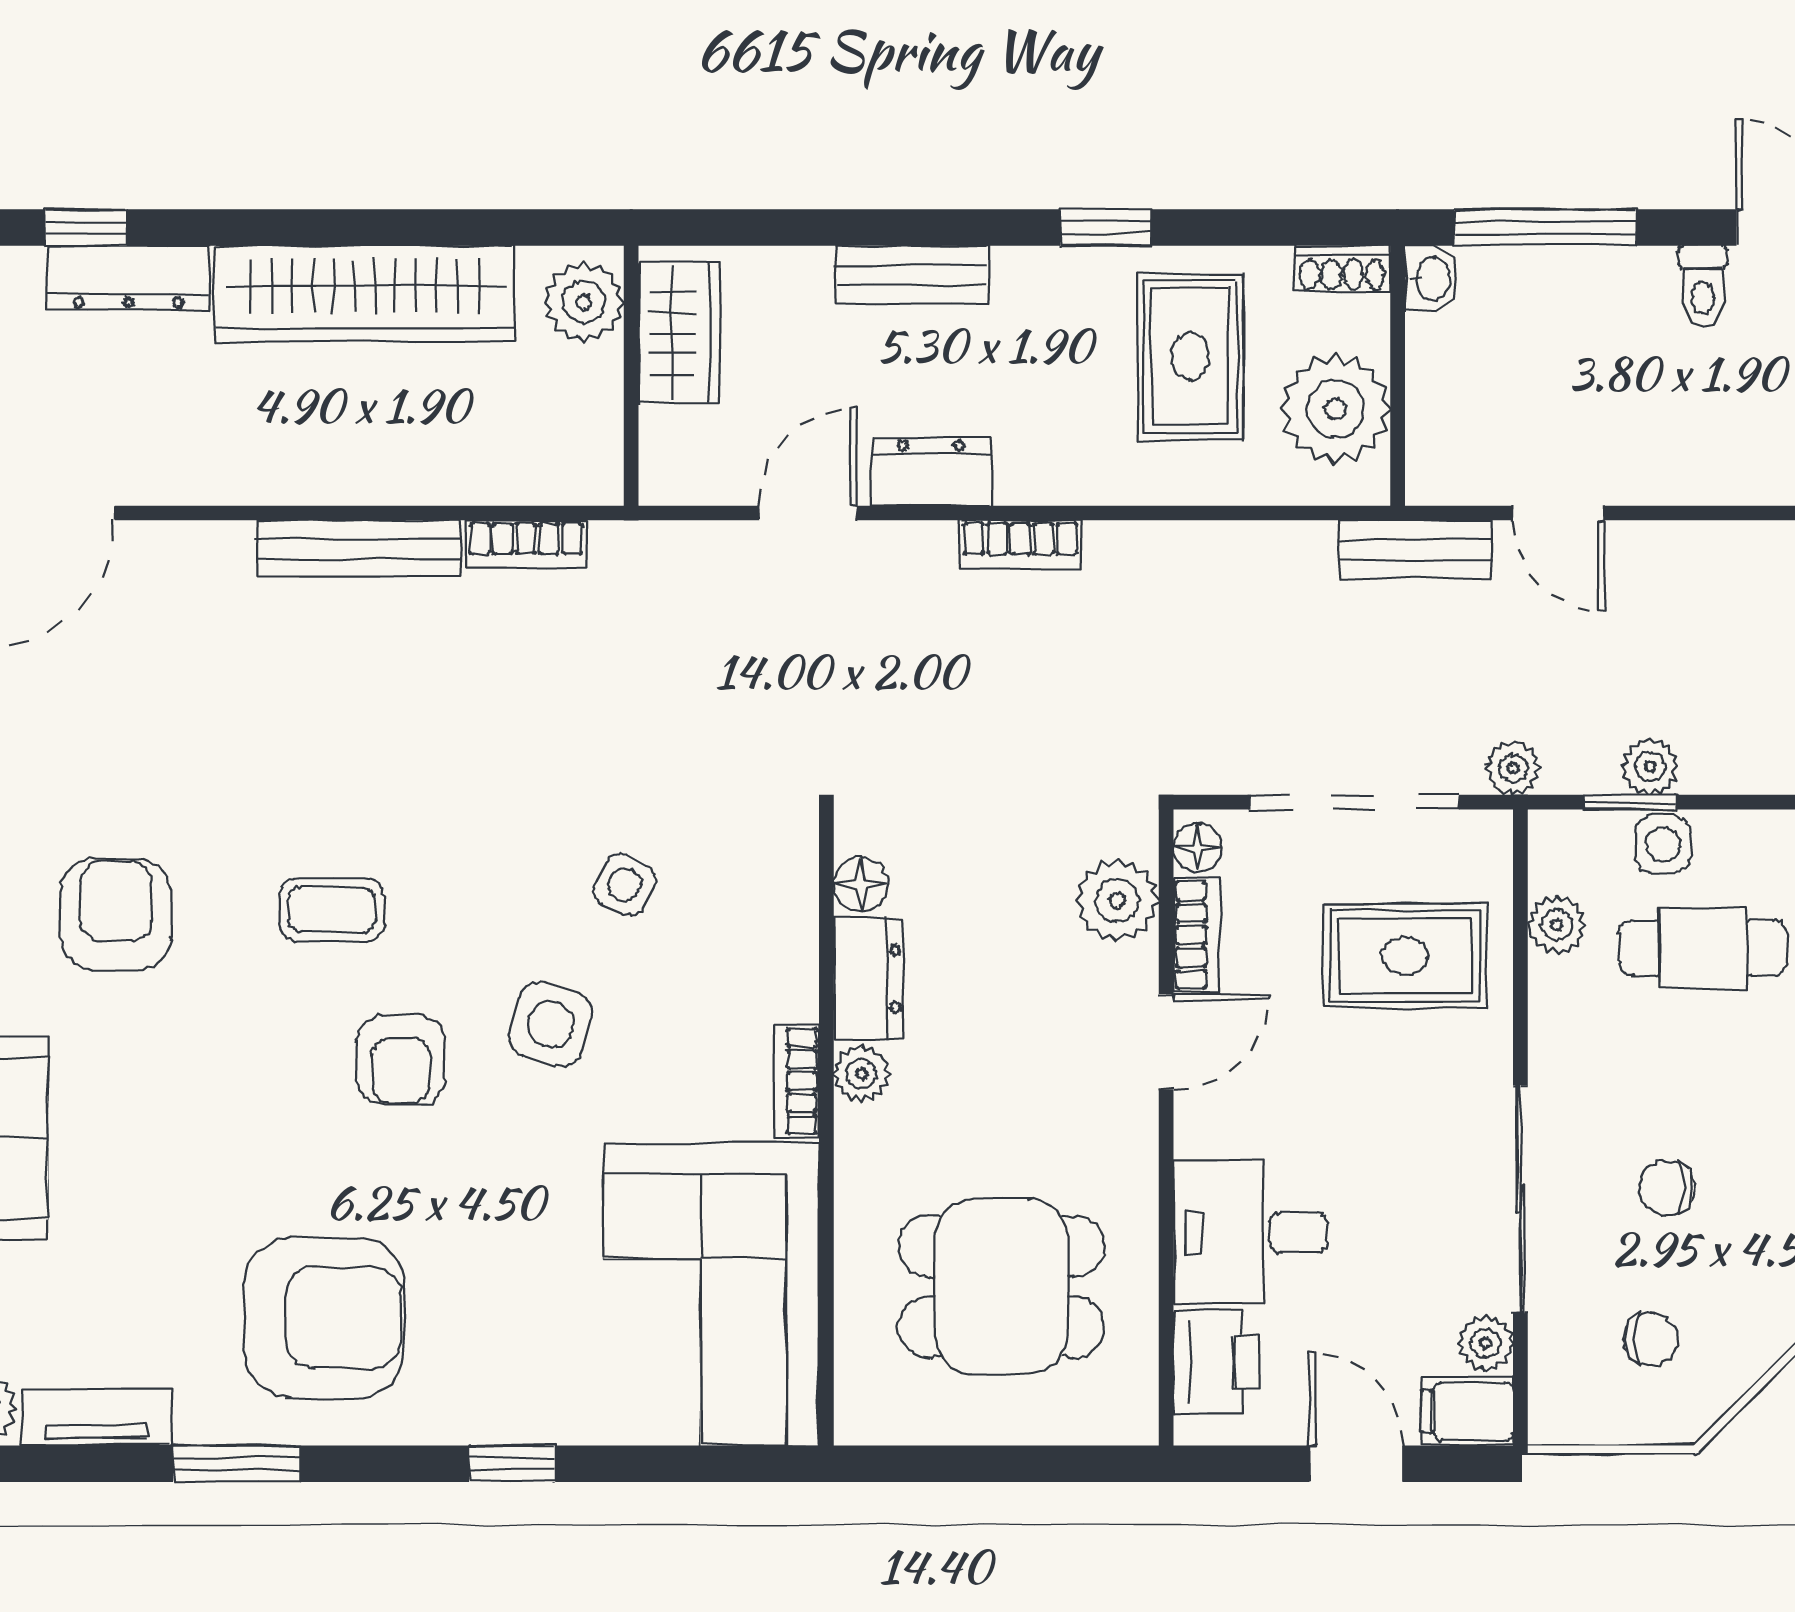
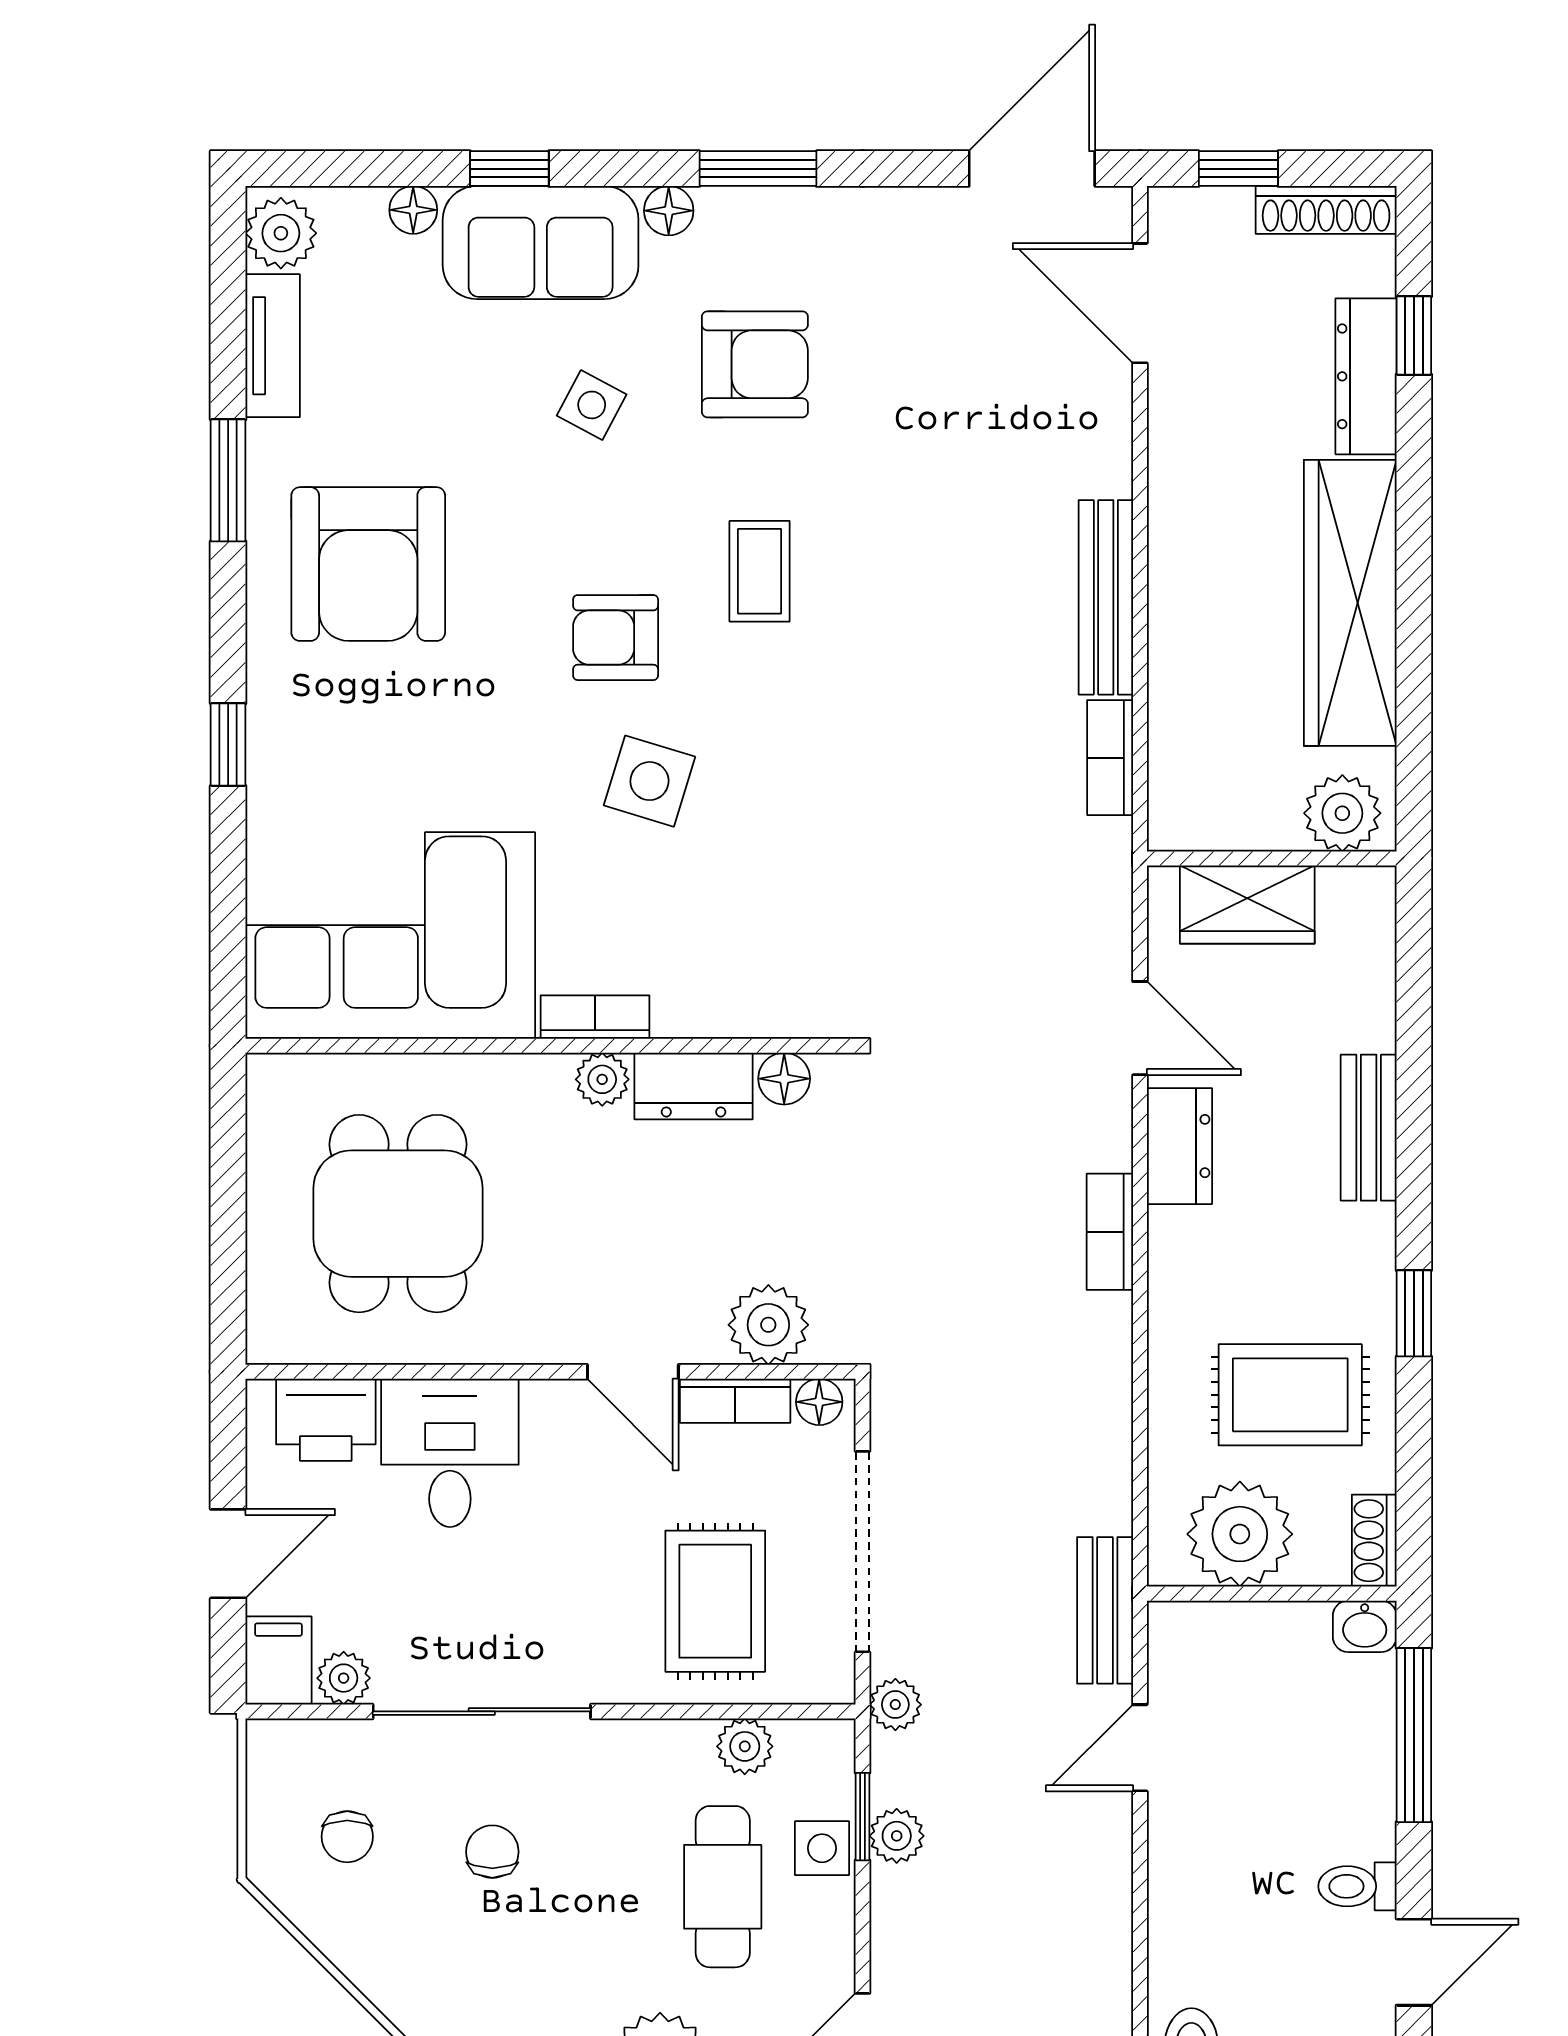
wardrobe: (679, 333) -> (1247, 905), moved
side table: (625, 885) -> (592, 405), moved

